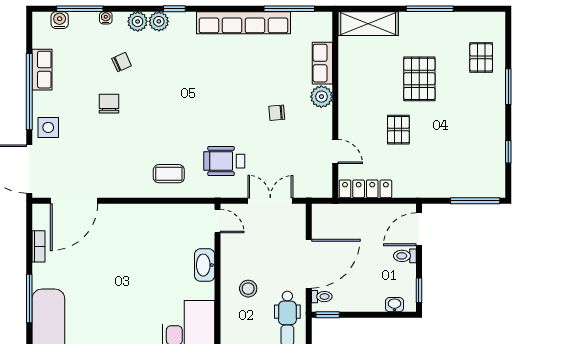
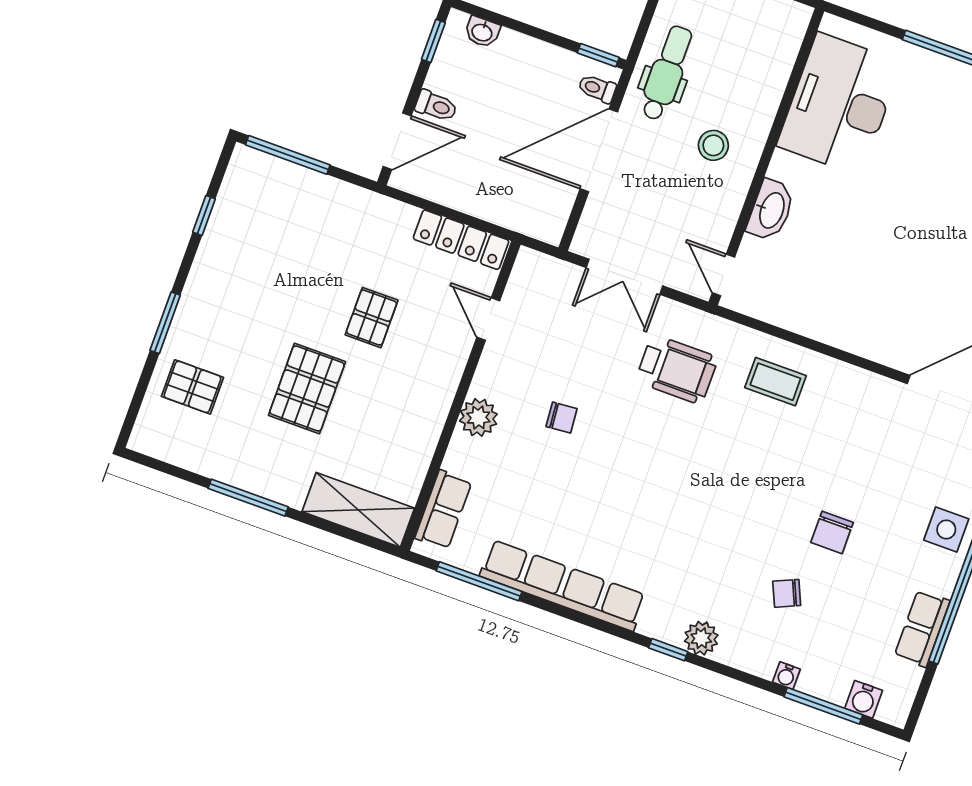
plant: (138, 21) -> (736, 651), removed
pallet: (481, 57) -> (192, 387), turned 90
row of seats: (322, 63) -> (443, 510), moved

